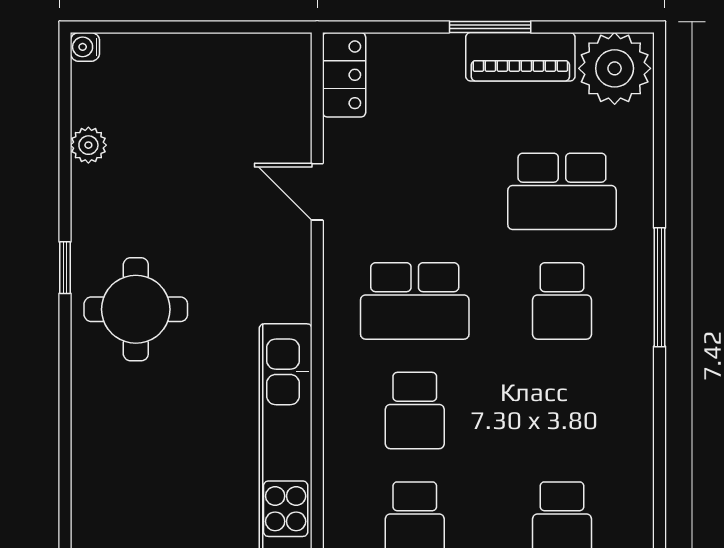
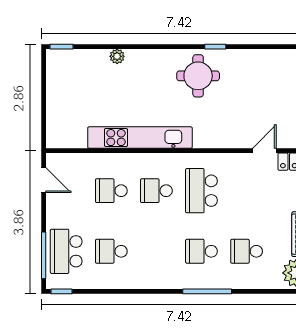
plant: (88, 145) -> (117, 56), moved
school desk: (562, 191) -> (247, 251), width x0.54
door: (317, 192) -> (264, 151), moved

